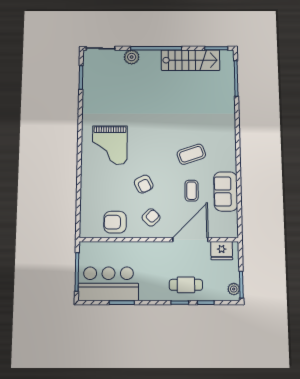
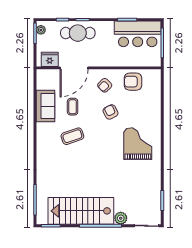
stairs: (190, 60) -> (81, 211), width x1.36, depth x1.51
armchair: (115, 222) -> (133, 82), turned 180
cafe table: (186, 285) -> (78, 33), width x1.37, depth x1.35

